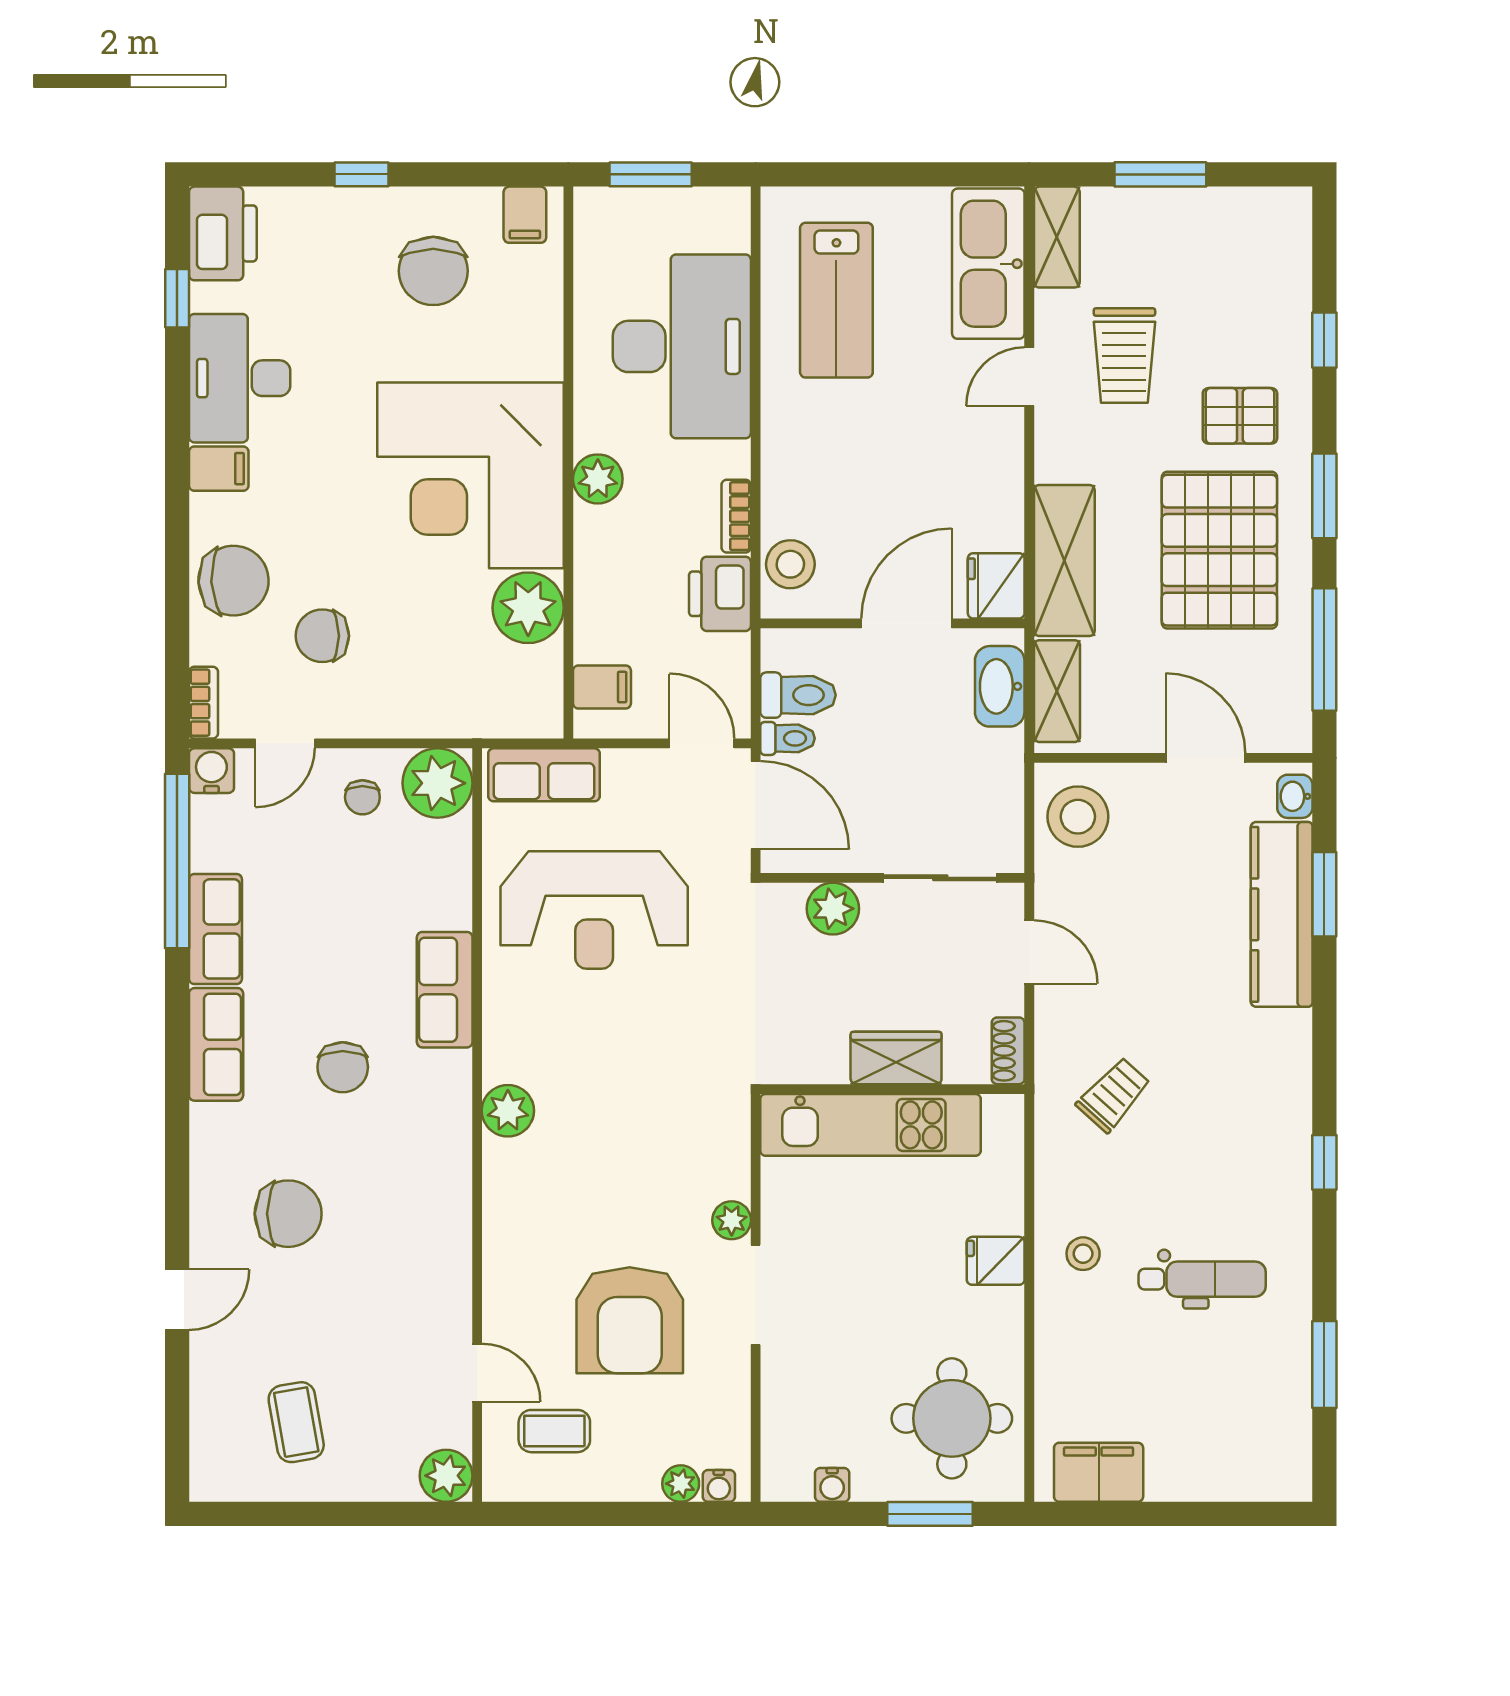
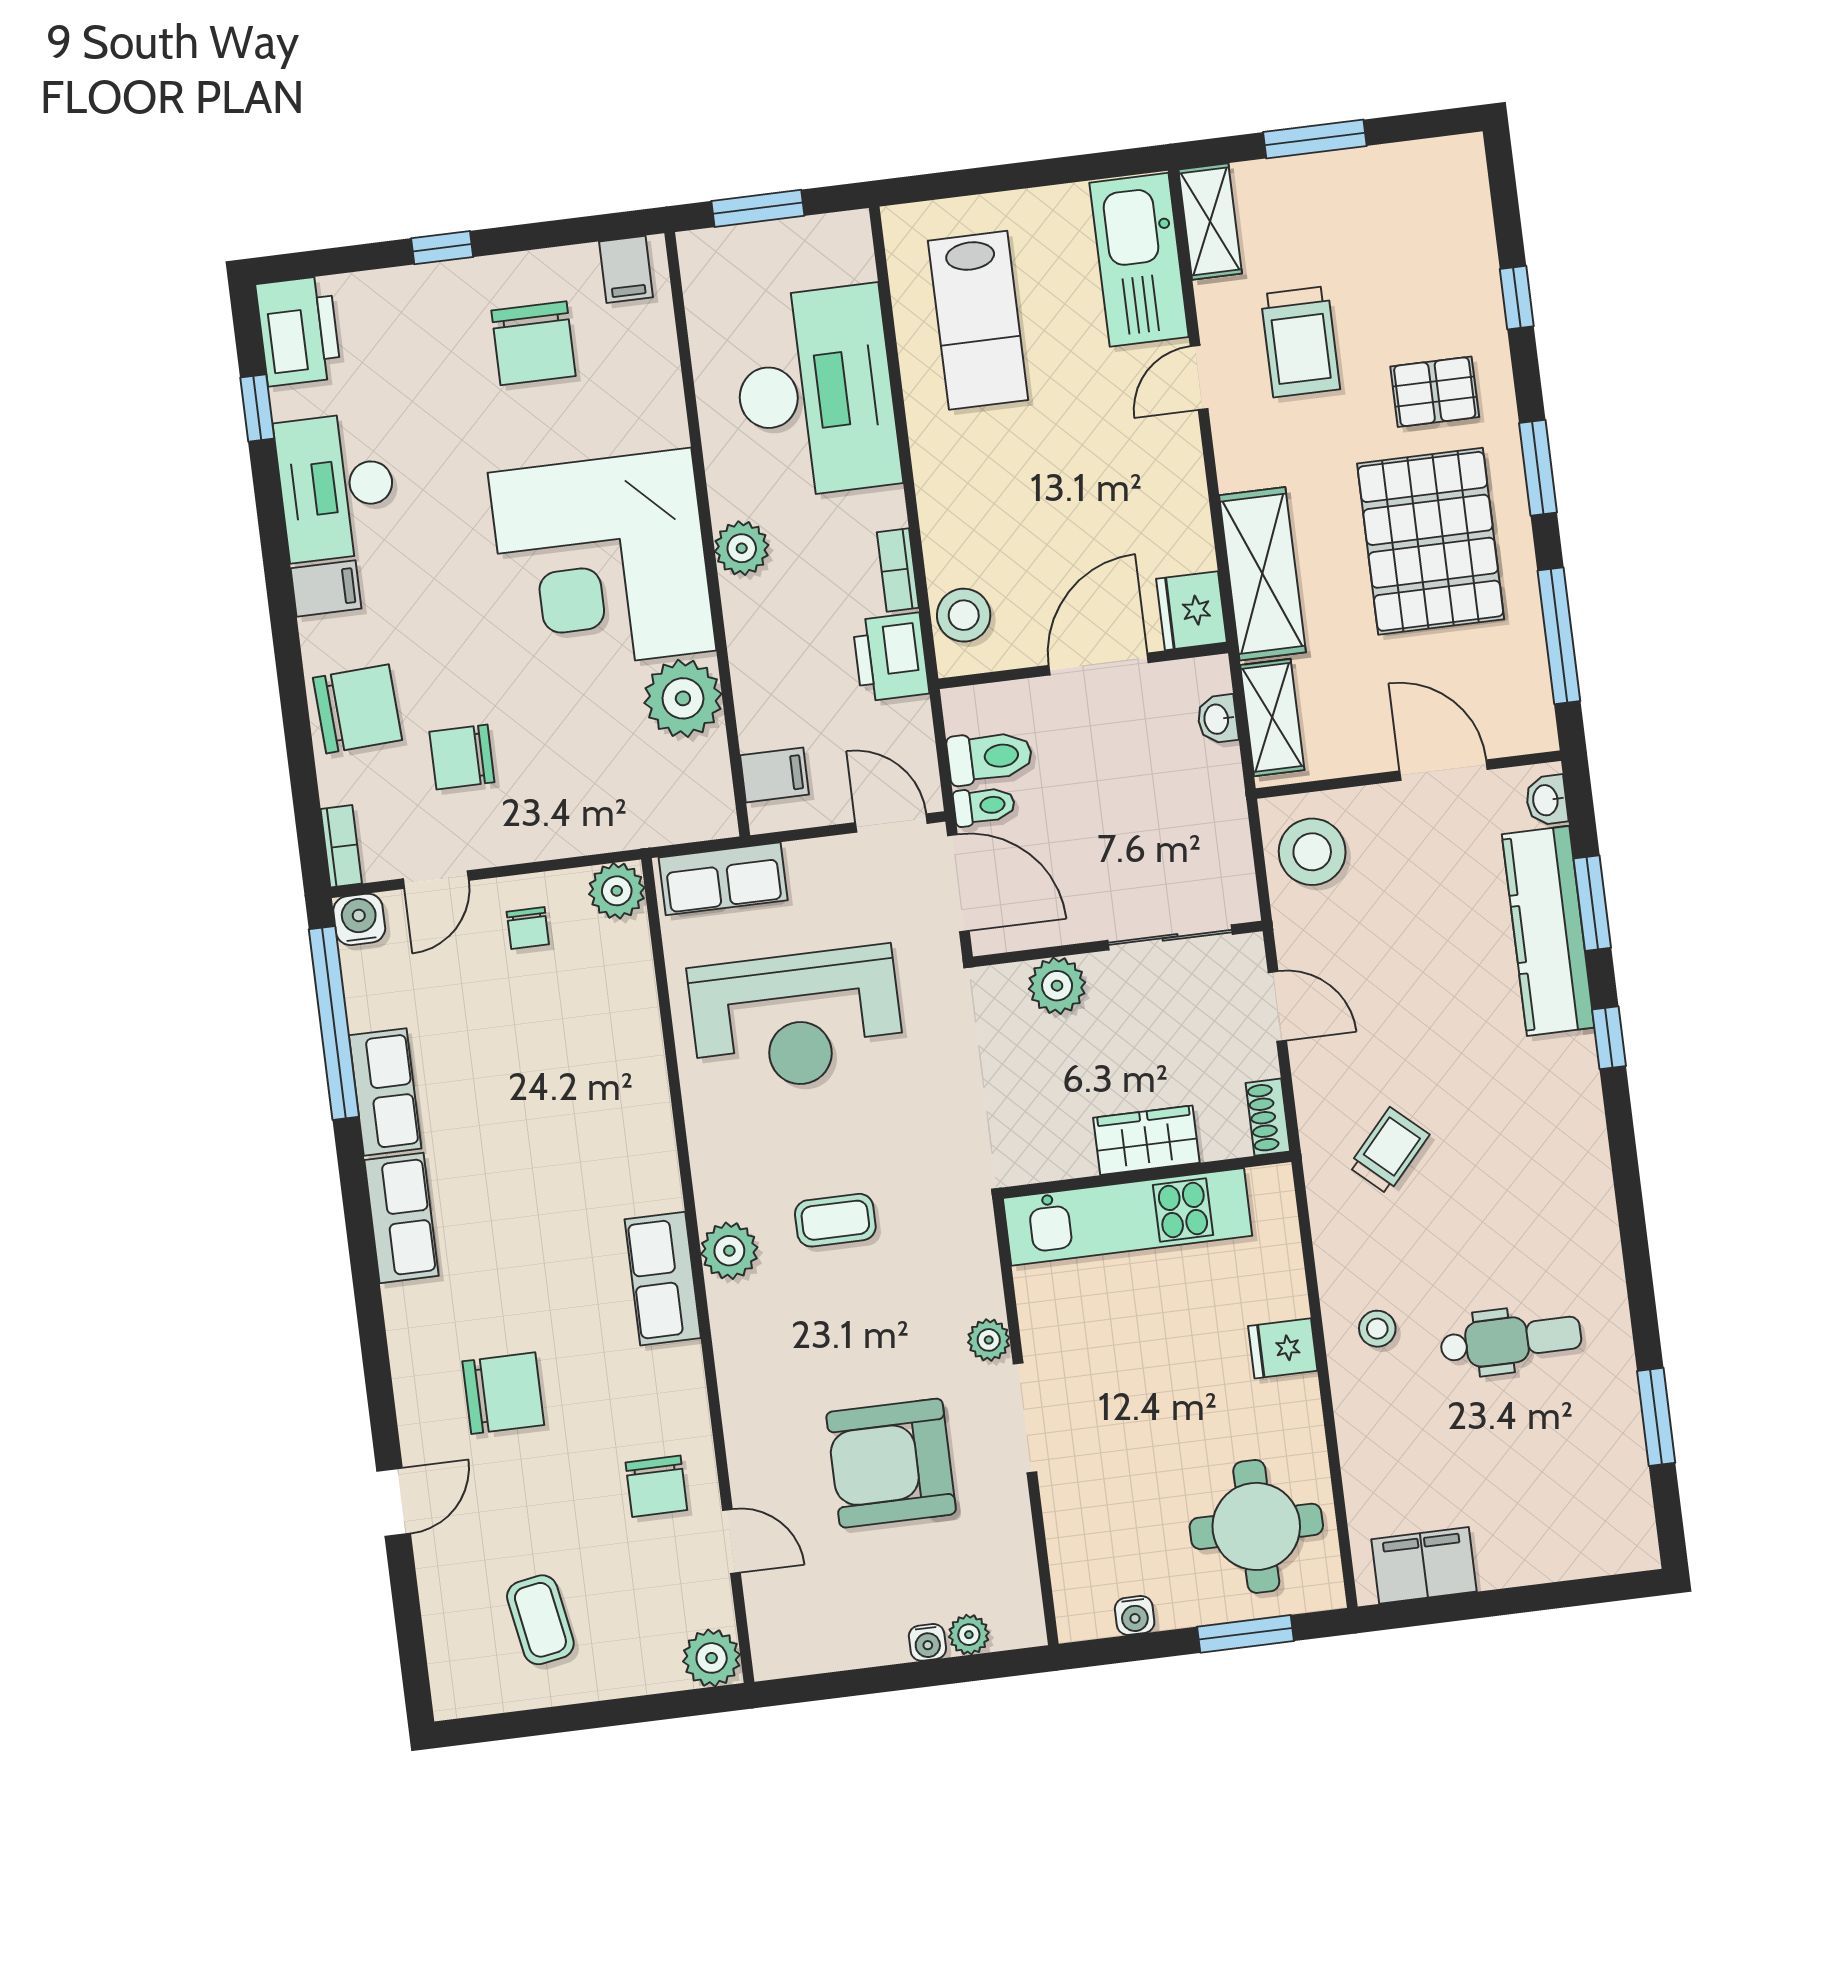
washbasin: (1000, 686) -> (1217, 719), width x0.52, depth x0.69
plant: (437, 783) -> (617, 891), width x0.73, depth x0.73
row of seats: (445, 990) -> (663, 1279), moved
chair: (343, 1067) -> (656, 1486), moved
window: (1324, 1162) -> (1609, 1038), moved
armchair: (630, 1320) -> (891, 1463), turned 90
coffee table: (554, 1431) -> (835, 1220), moved
water cooler: (719, 1486) -> (927, 1642), moved

